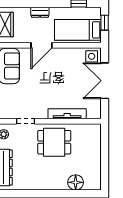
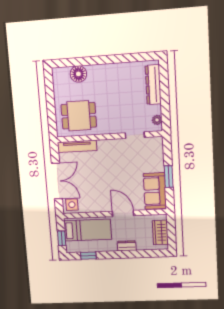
door: (42, 45) -> (123, 213), hinge flipped
tv unit: (67, 114) -> (77, 146), moved
dining table: (54, 142) -> (79, 116), moved

